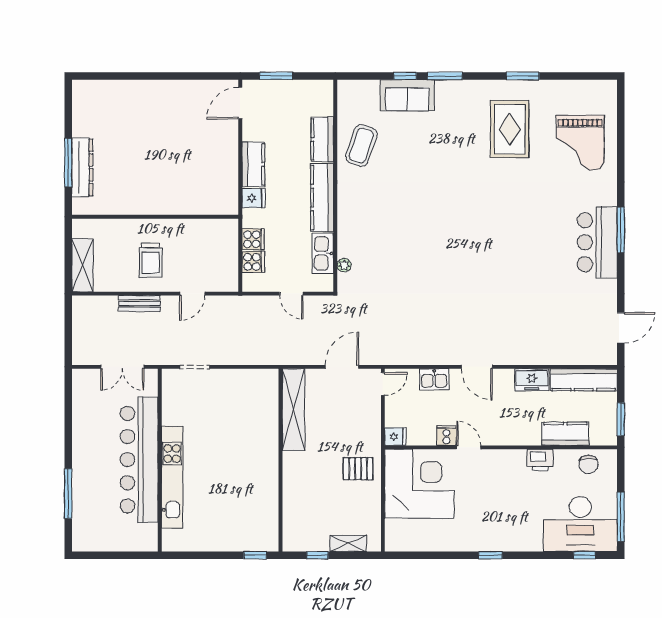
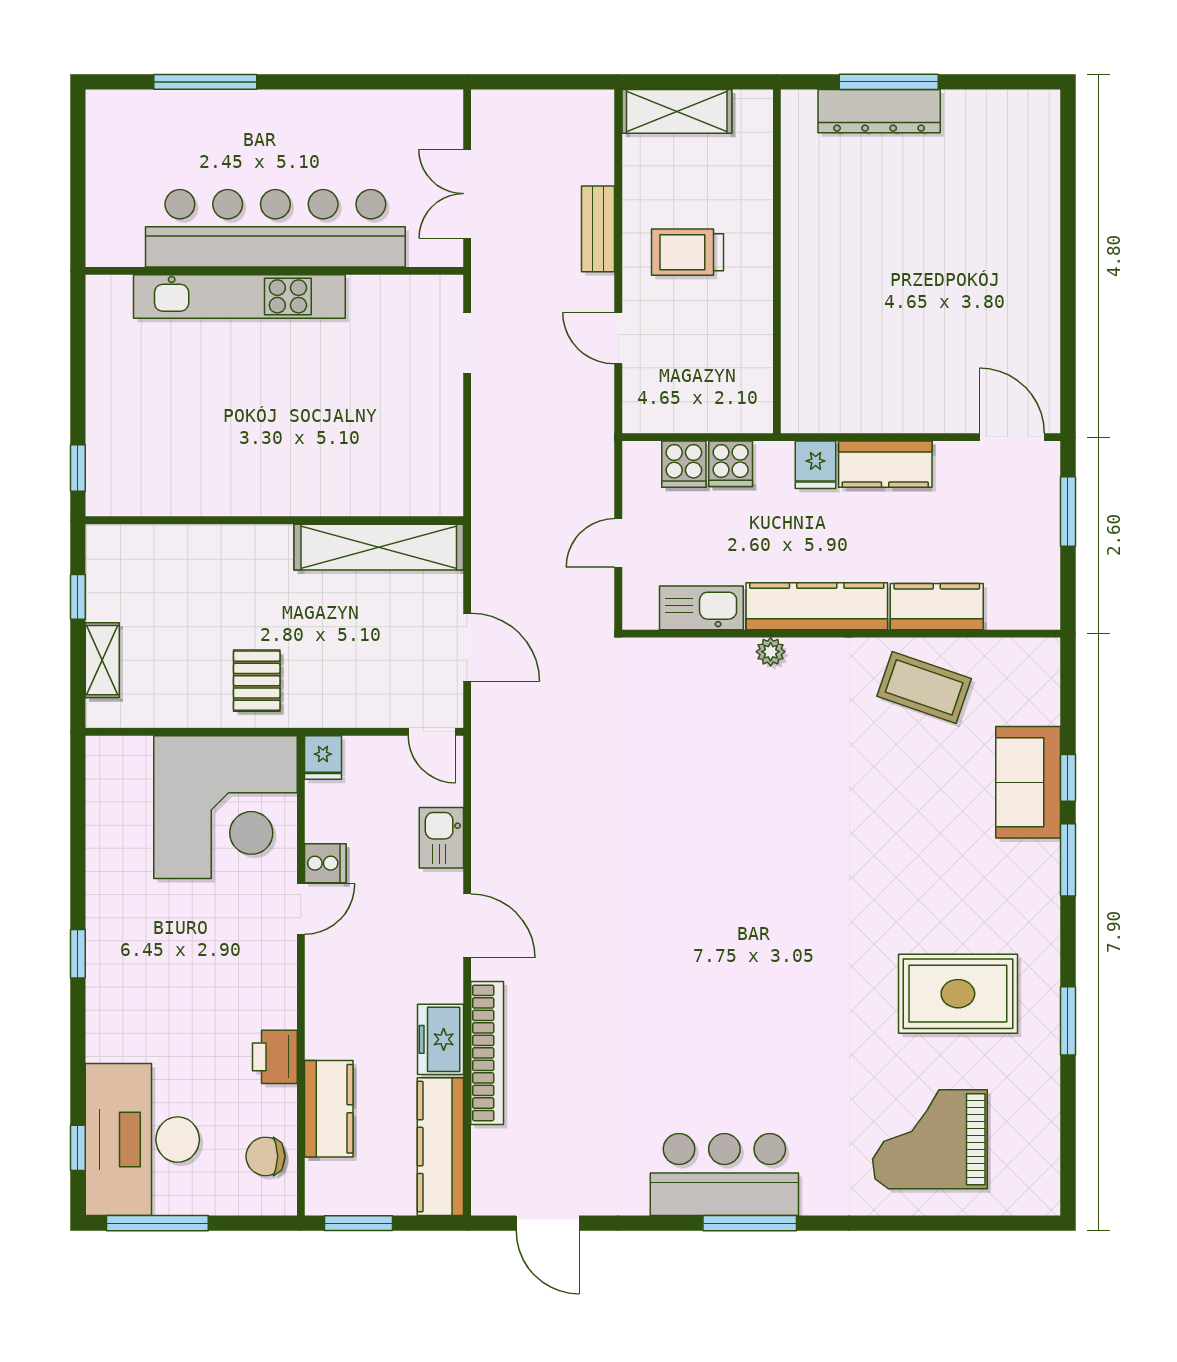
plant: (344, 265) -> (771, 652), moved
bookcase: (538, 357) -> (487, 1053), added
door: (477, 367) -> (467, 926), swing flipped

